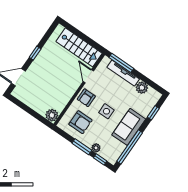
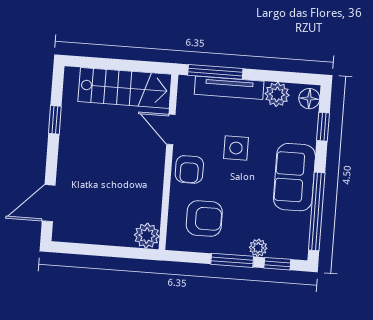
window: (35, 53) -> (55, 120), moved
floor lamp: (154, 97) -> (309, 99), added
side table: (106, 111) -> (236, 148), moved

